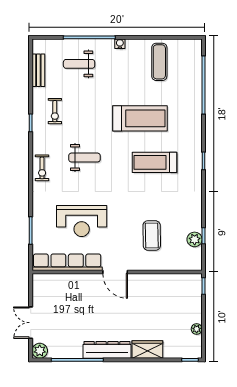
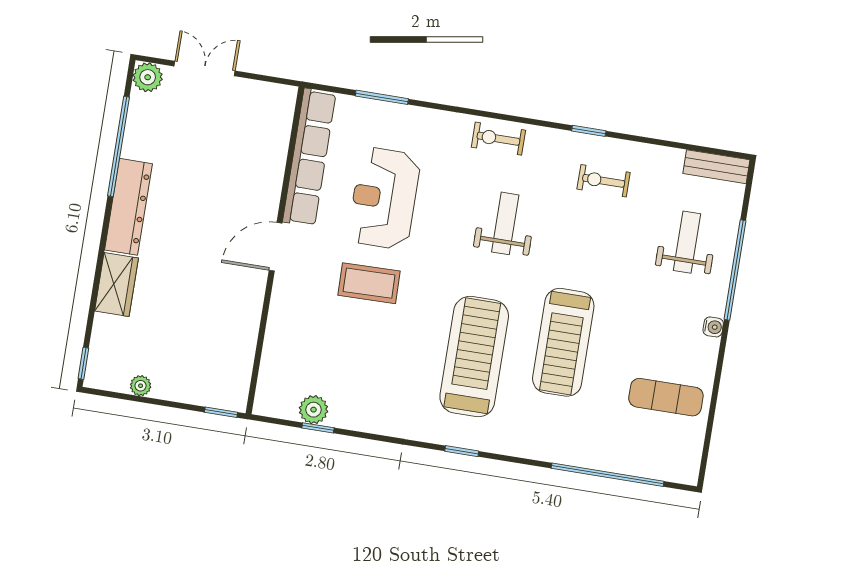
bench: (38, 70) -> (716, 167), moved
weight bench: (84, 158) -> (505, 223), turned 180
treadmill: (155, 162) -> (474, 357), width x1.37, depth x1.38
coffee table: (152, 235) -> (369, 283), moved

